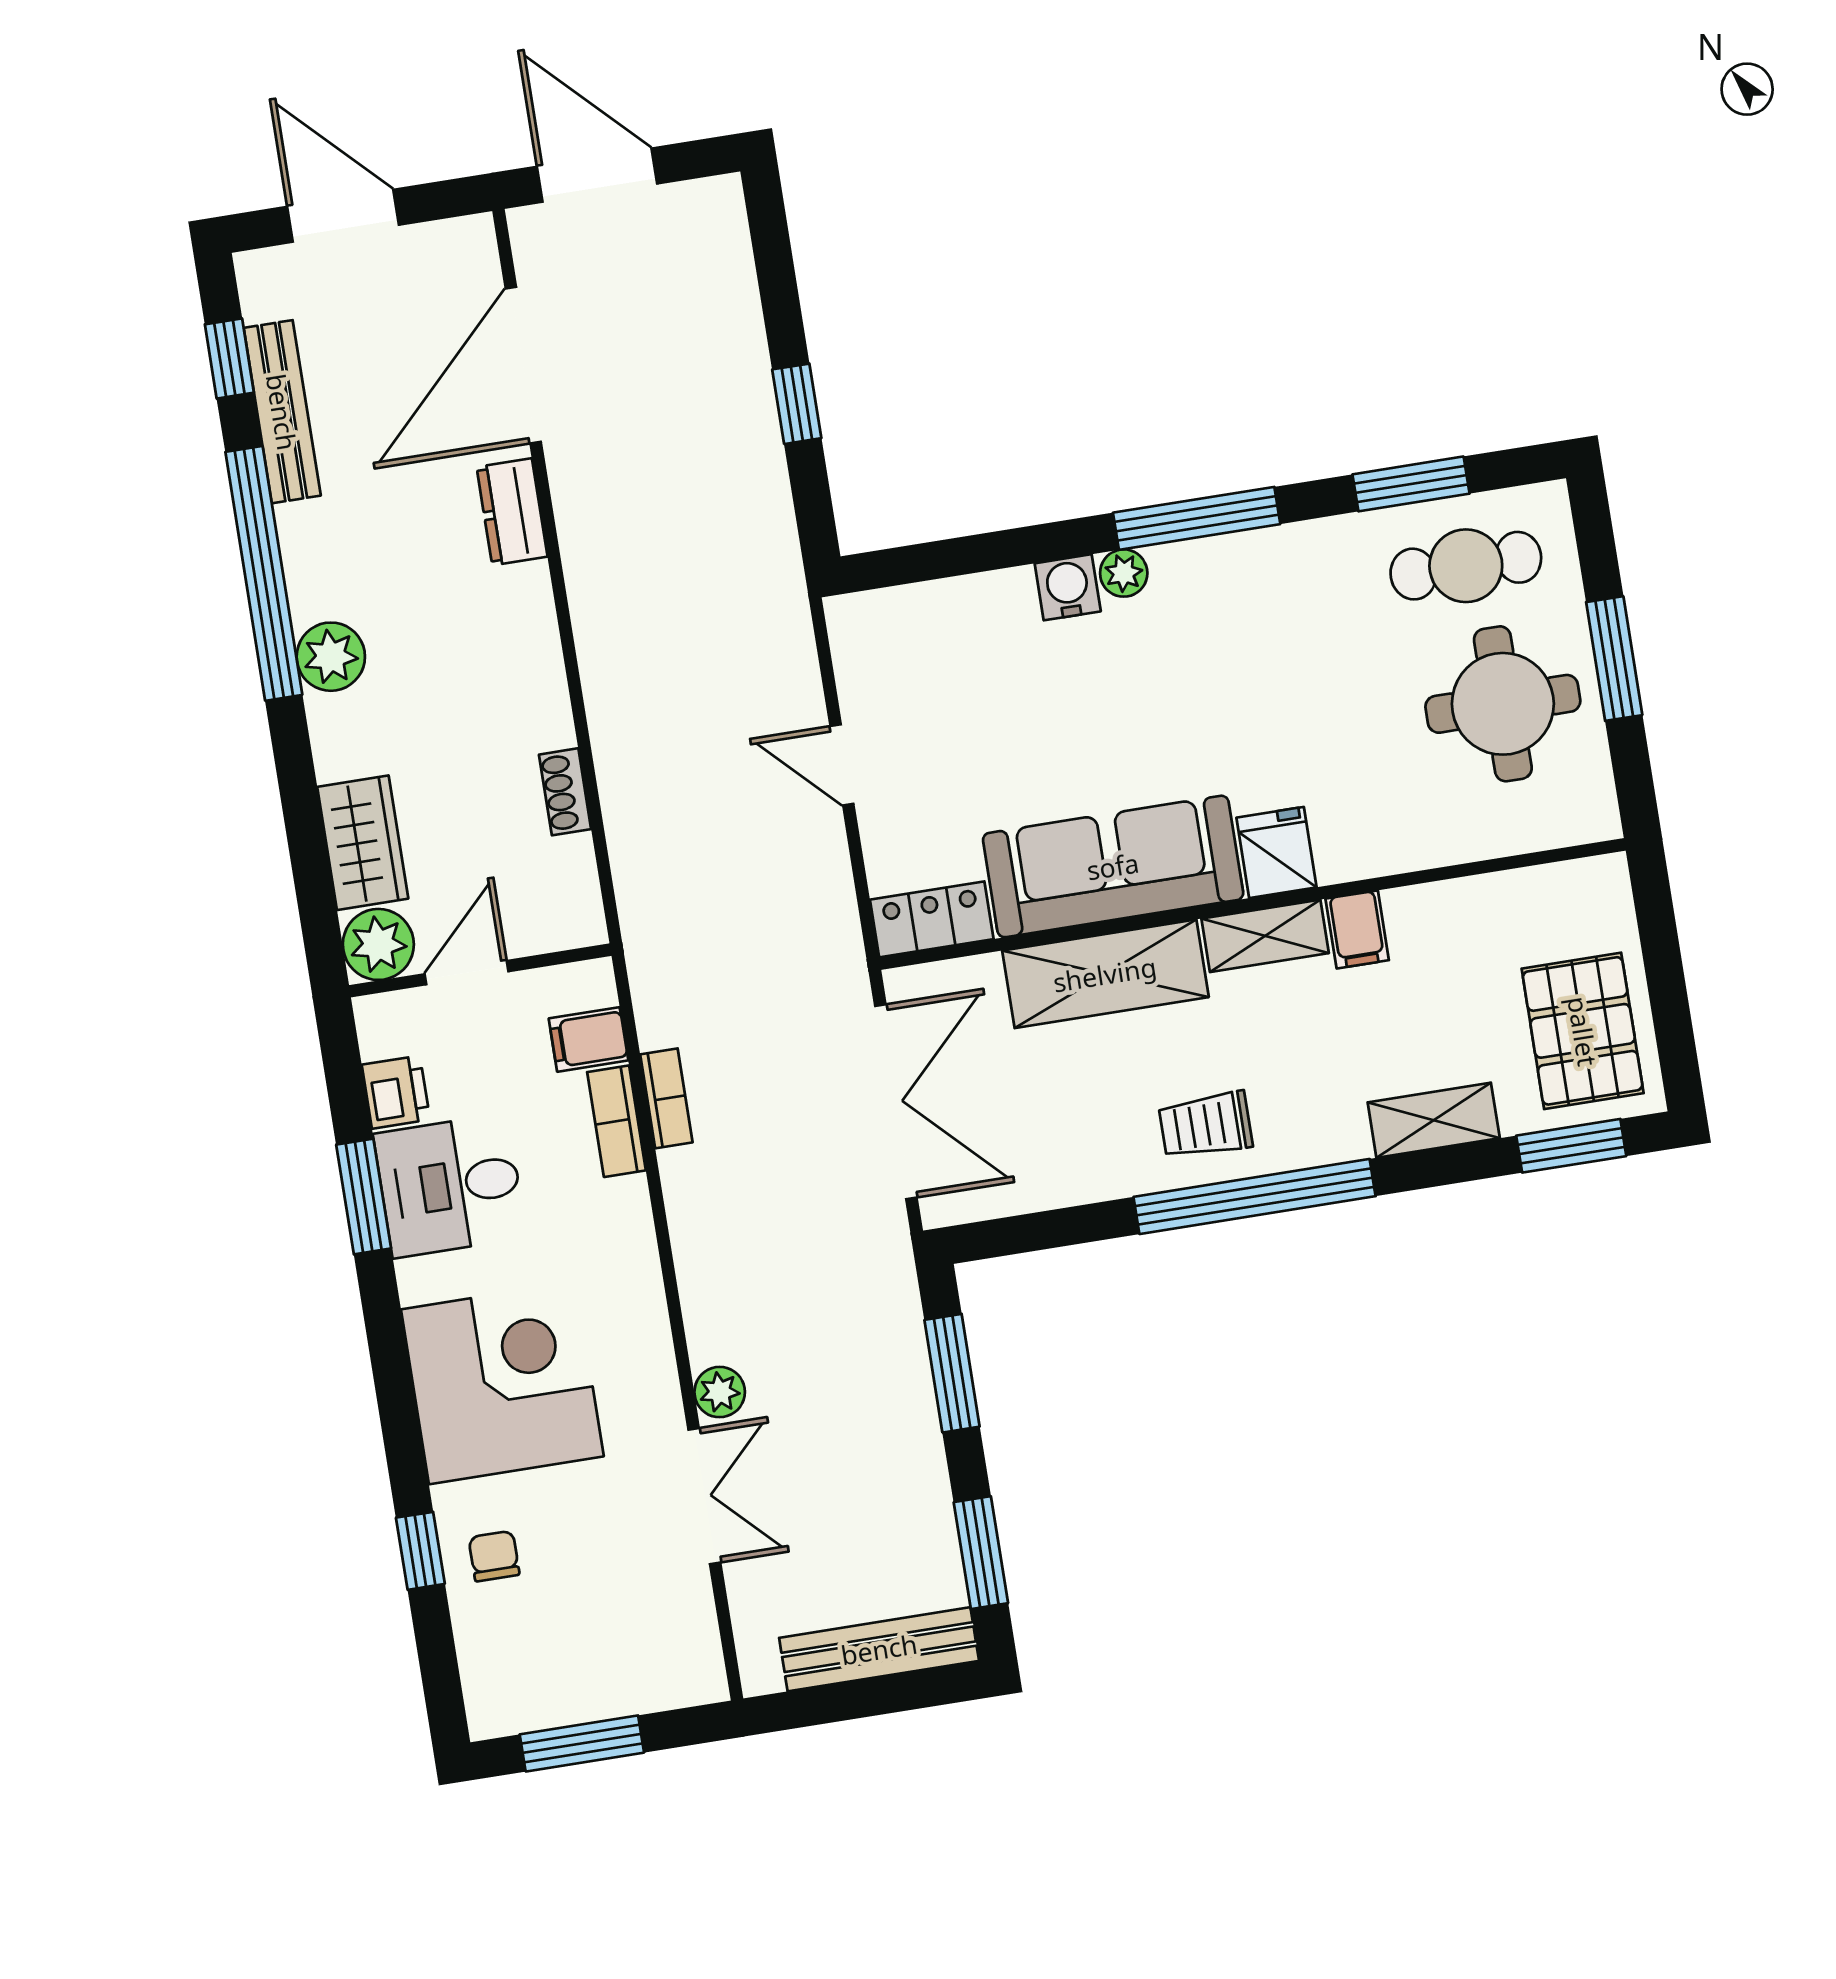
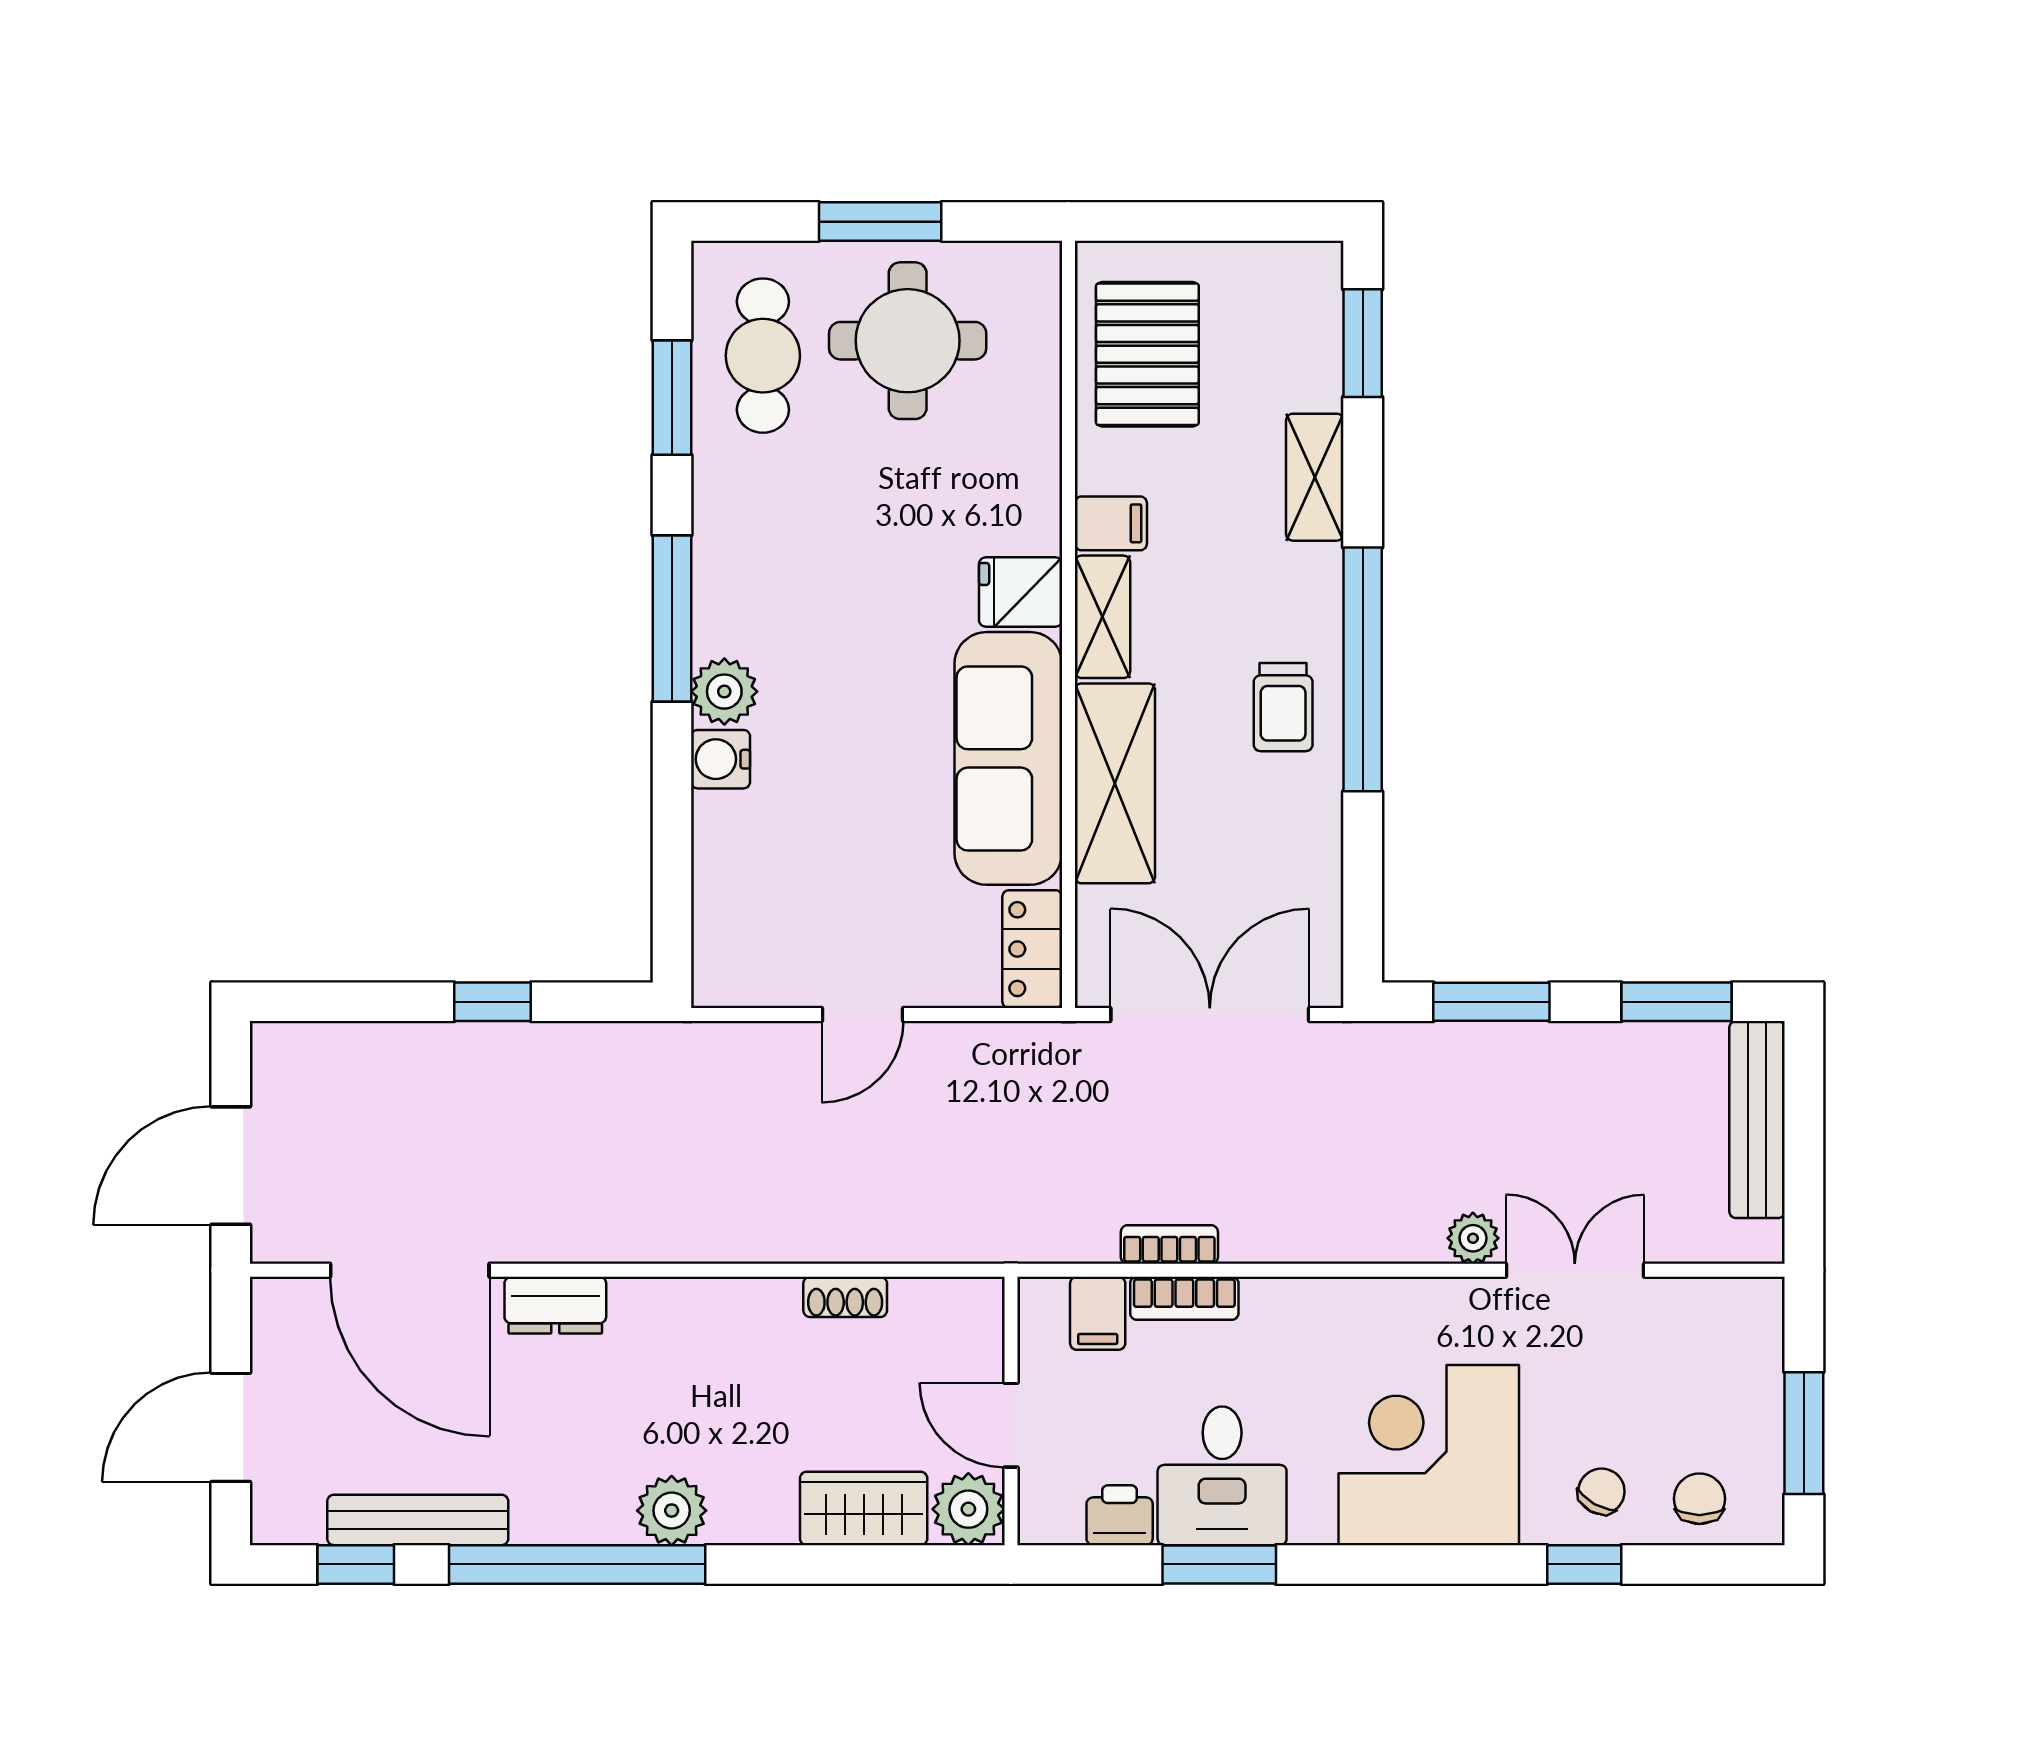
plant: (1124, 573) -> (724, 692), width x1.38, depth x1.38
pallet: (1583, 1031) -> (1147, 354), moved, turned 90
chair: (494, 1556) -> (1601, 1491), turned 119
chair: (502, 1652) -> (1699, 1499), added

